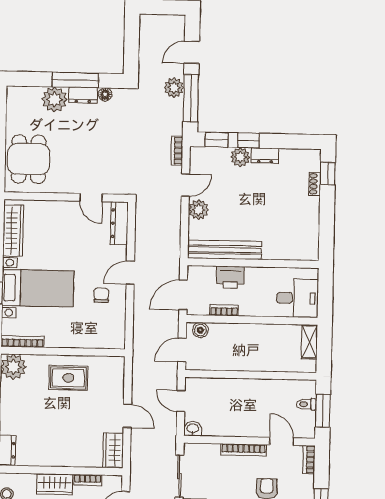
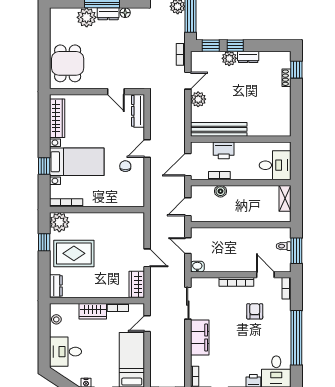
boiler: (200, 330) -> (220, 191), moved
rug: (68, 378) -> (74, 253), moved, width x1.36, depth x1.43

